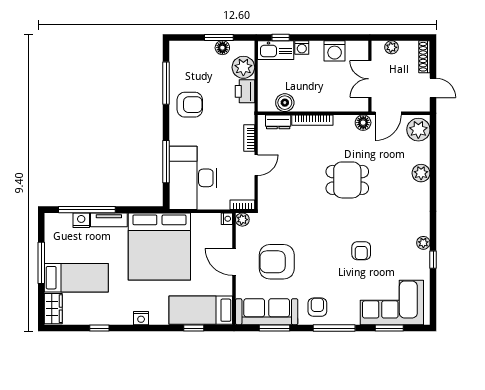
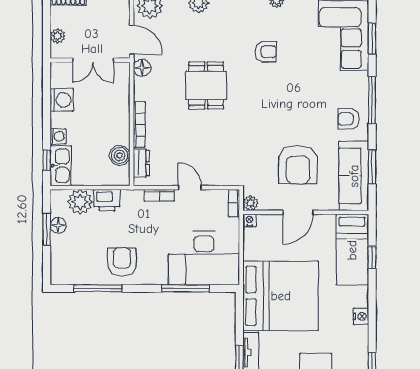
armchair: (361, 251) -> (266, 52), moved

